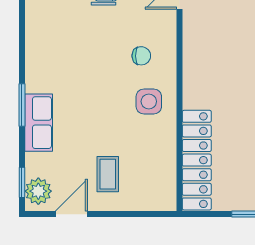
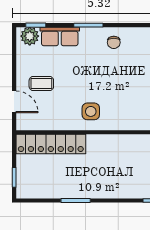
chair: (141, 56) -> (114, 42), moved
row of seats: (39, 123) -> (60, 36), moved
door: (71, 214) -> (14, 102), moved

